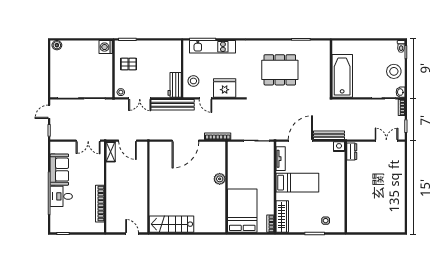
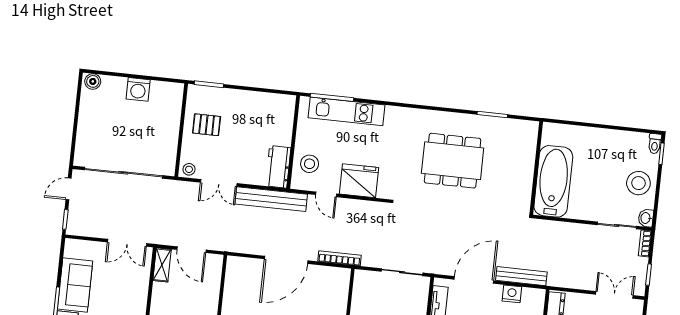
washing machine: (106, 47) -> (138, 89), moved, turned -90
nightstand: (339, 147) -> (512, 294), moved

